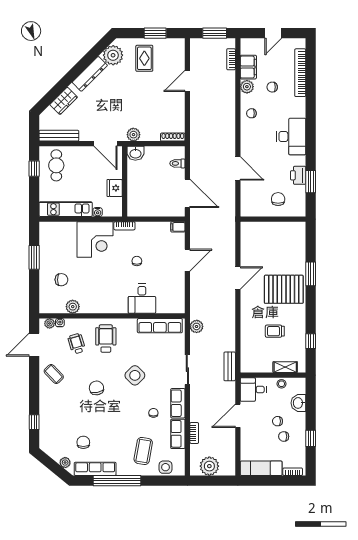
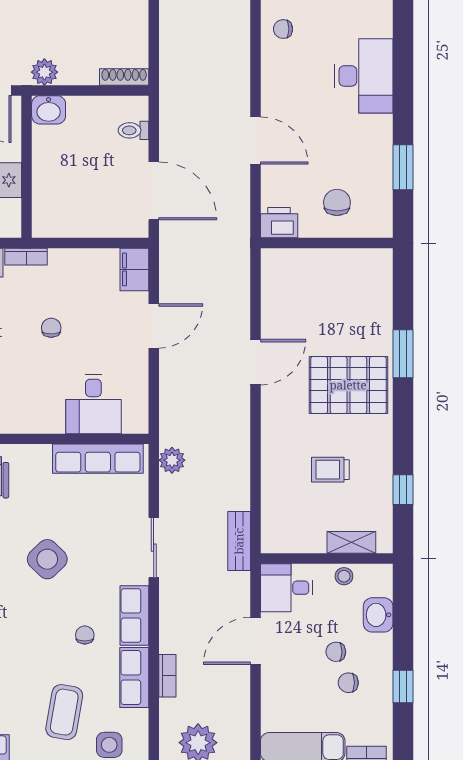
printer: (298, 175) -> (279, 223), moved, turned 90
filing cabinet: (178, 227) -> (134, 269), width x2.00
desk: (142, 299) -> (93, 404), moved

